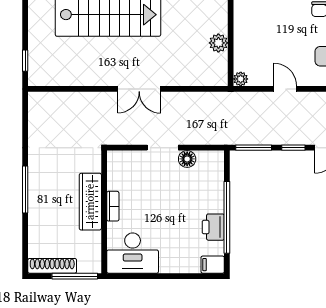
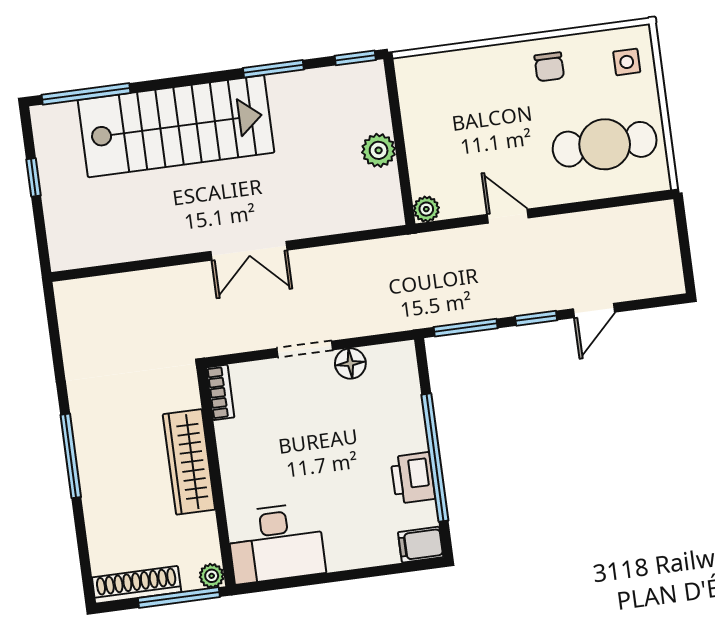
window: (25, 61) -> (34, 177), moved
bookcase: (113, 206) -> (220, 392), moved
plant: (94, 266) -> (212, 576), added

